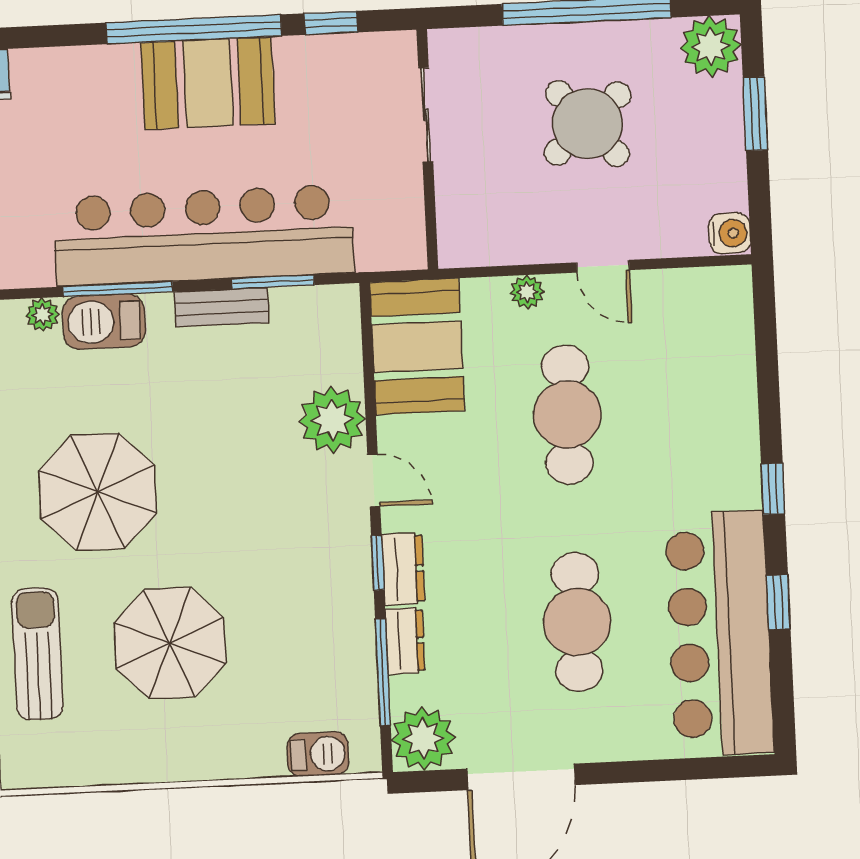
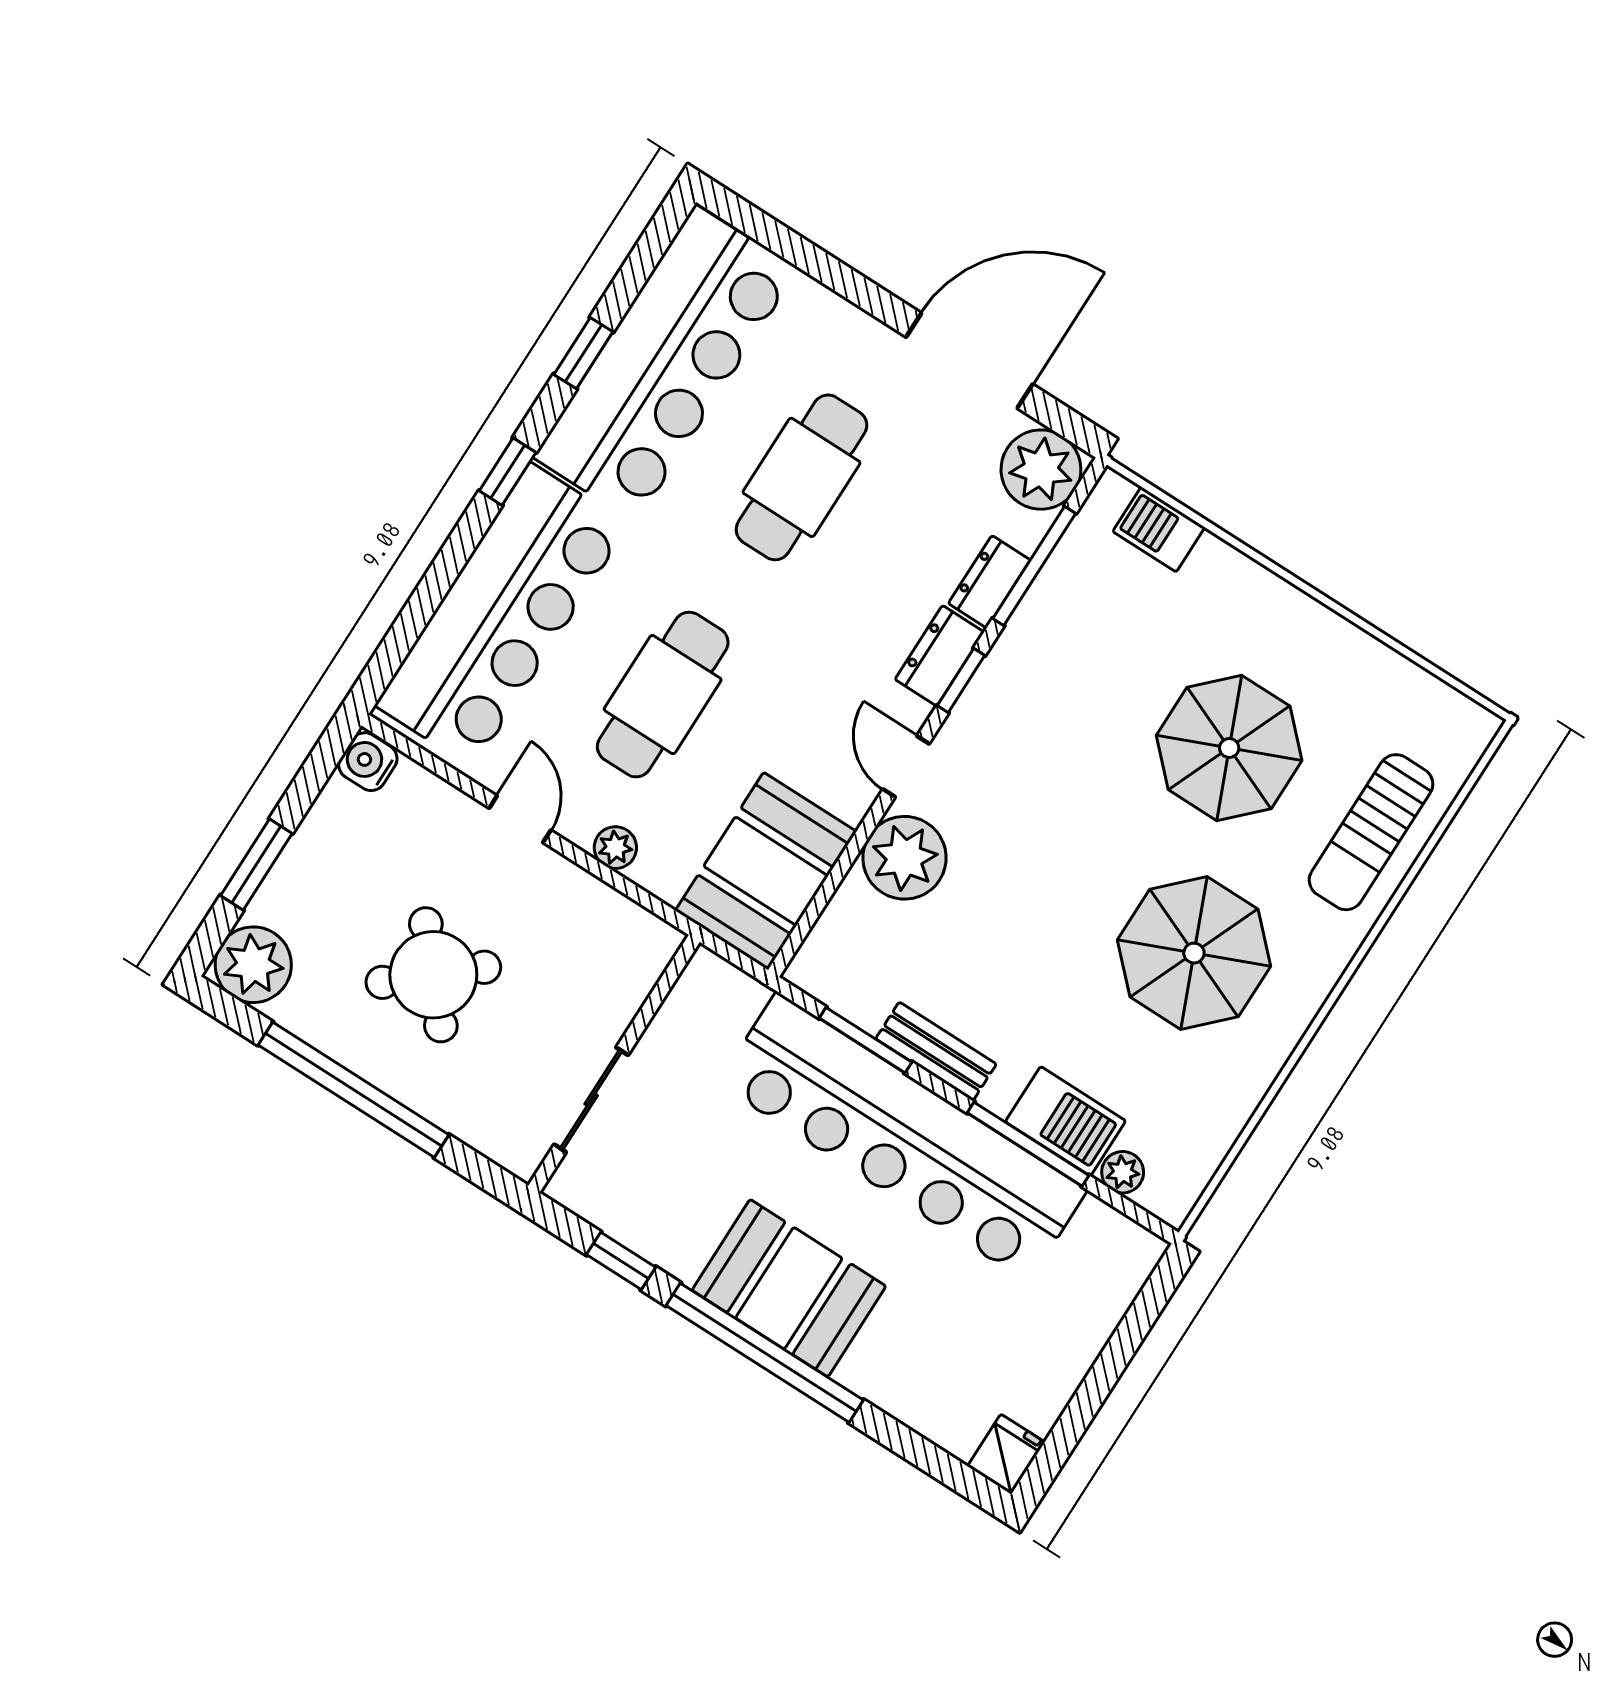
bar counter: (710, 392) -> (502, 615), added

